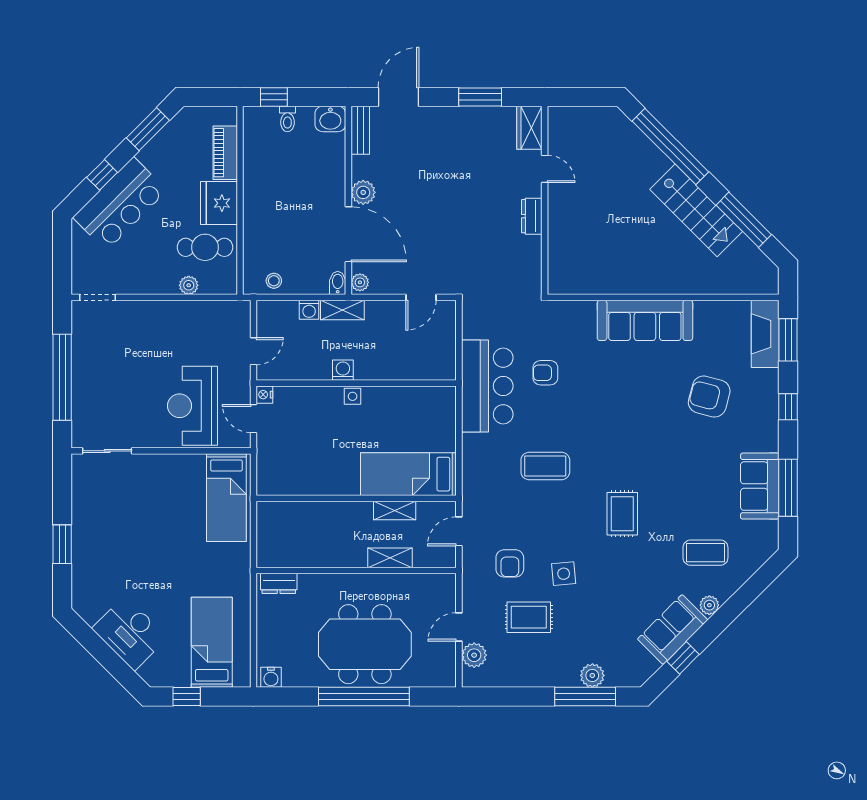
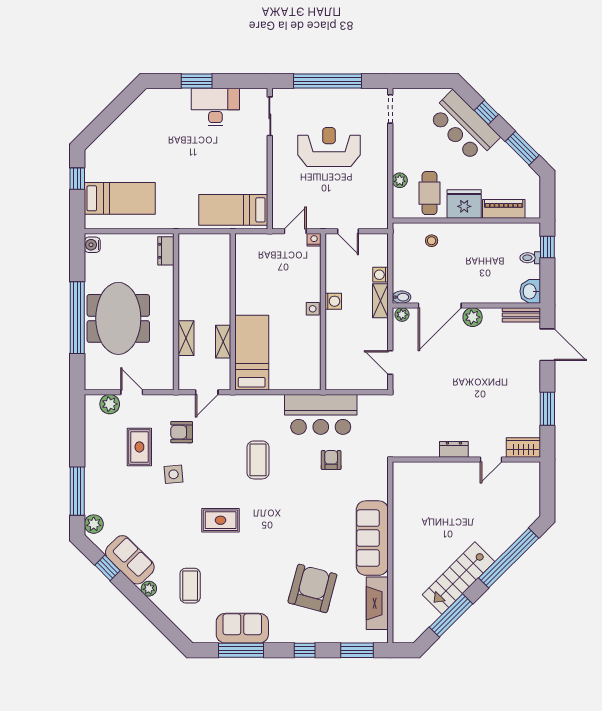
stool: (274, 281) -> (432, 241), moved
fireplace: (765, 334) -> (377, 603), moved, turned -90
armchair: (709, 397) -> (312, 588), width x1.36, depth x1.36
reception desk: (192, 406) -> (329, 147), moved
door: (459, 531) -> (207, 392), swing flipped
desk: (130, 633) -> (215, 107), moved, turned 45
plant: (592, 675) -> (94, 524), moved

